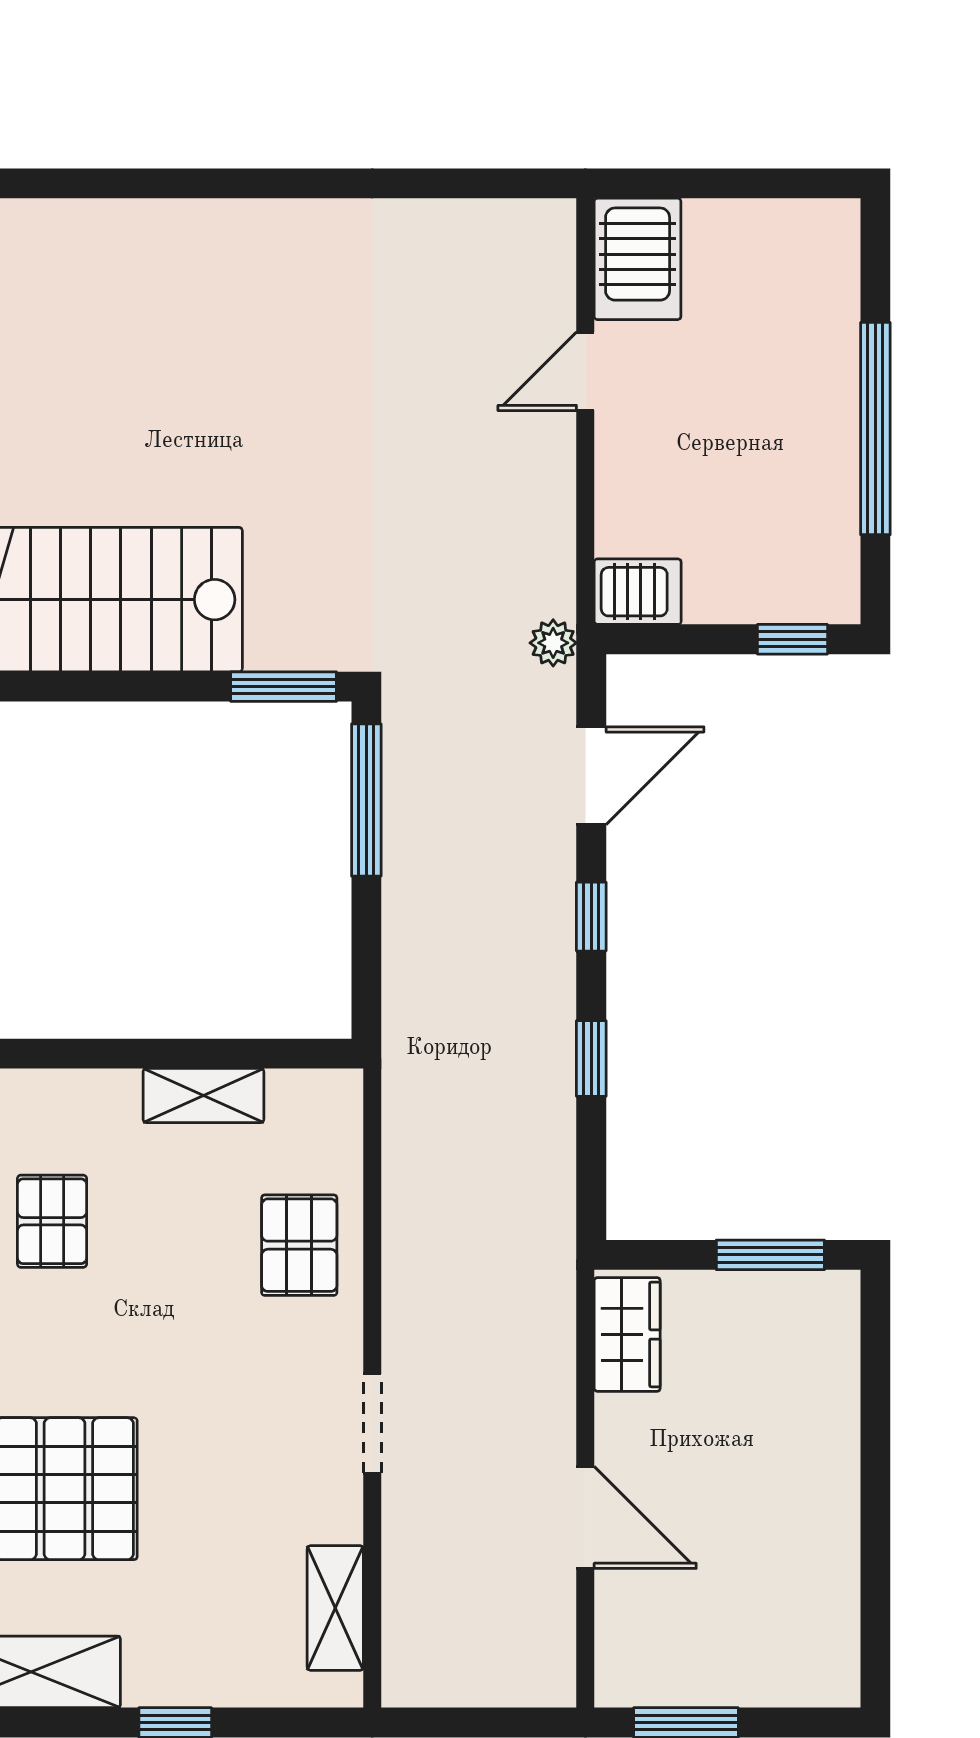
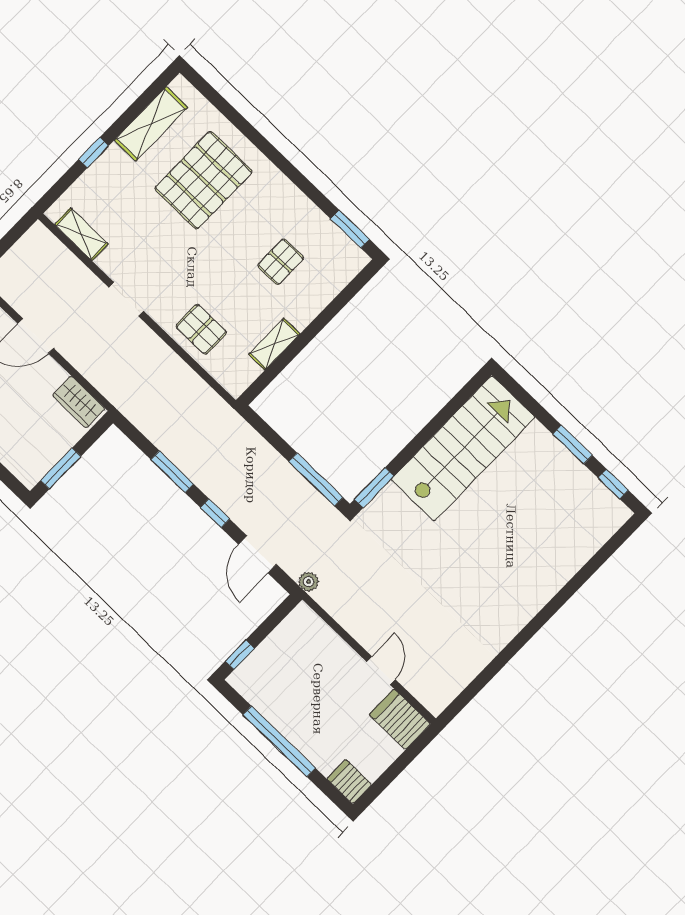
server rack: (638, 592) -> (349, 782), moved, turned 90
window: (591, 1058) -> (172, 472), width x1.50
pallet: (52, 1221) -> (281, 262), turned 90

